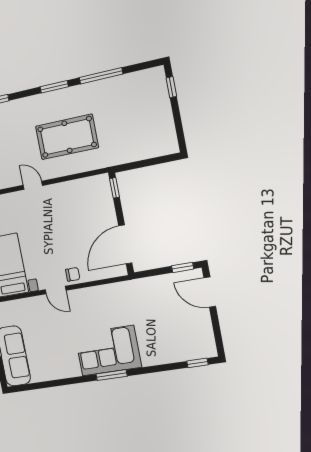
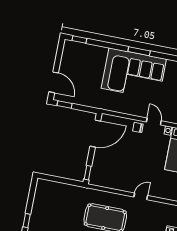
door: (33, 185) -> (141, 196), swing flipped
corner sofa: (108, 351) -> (134, 74), width x1.36, depth x1.36

